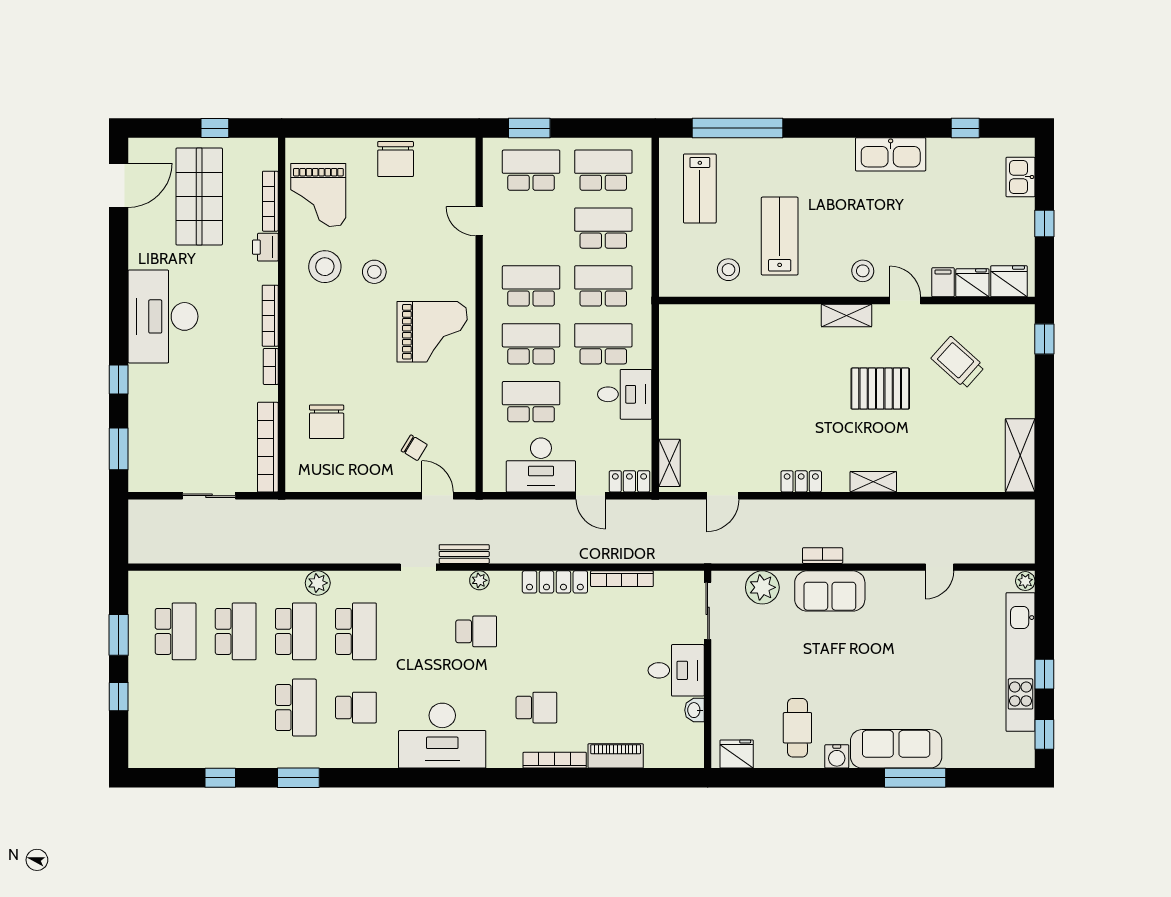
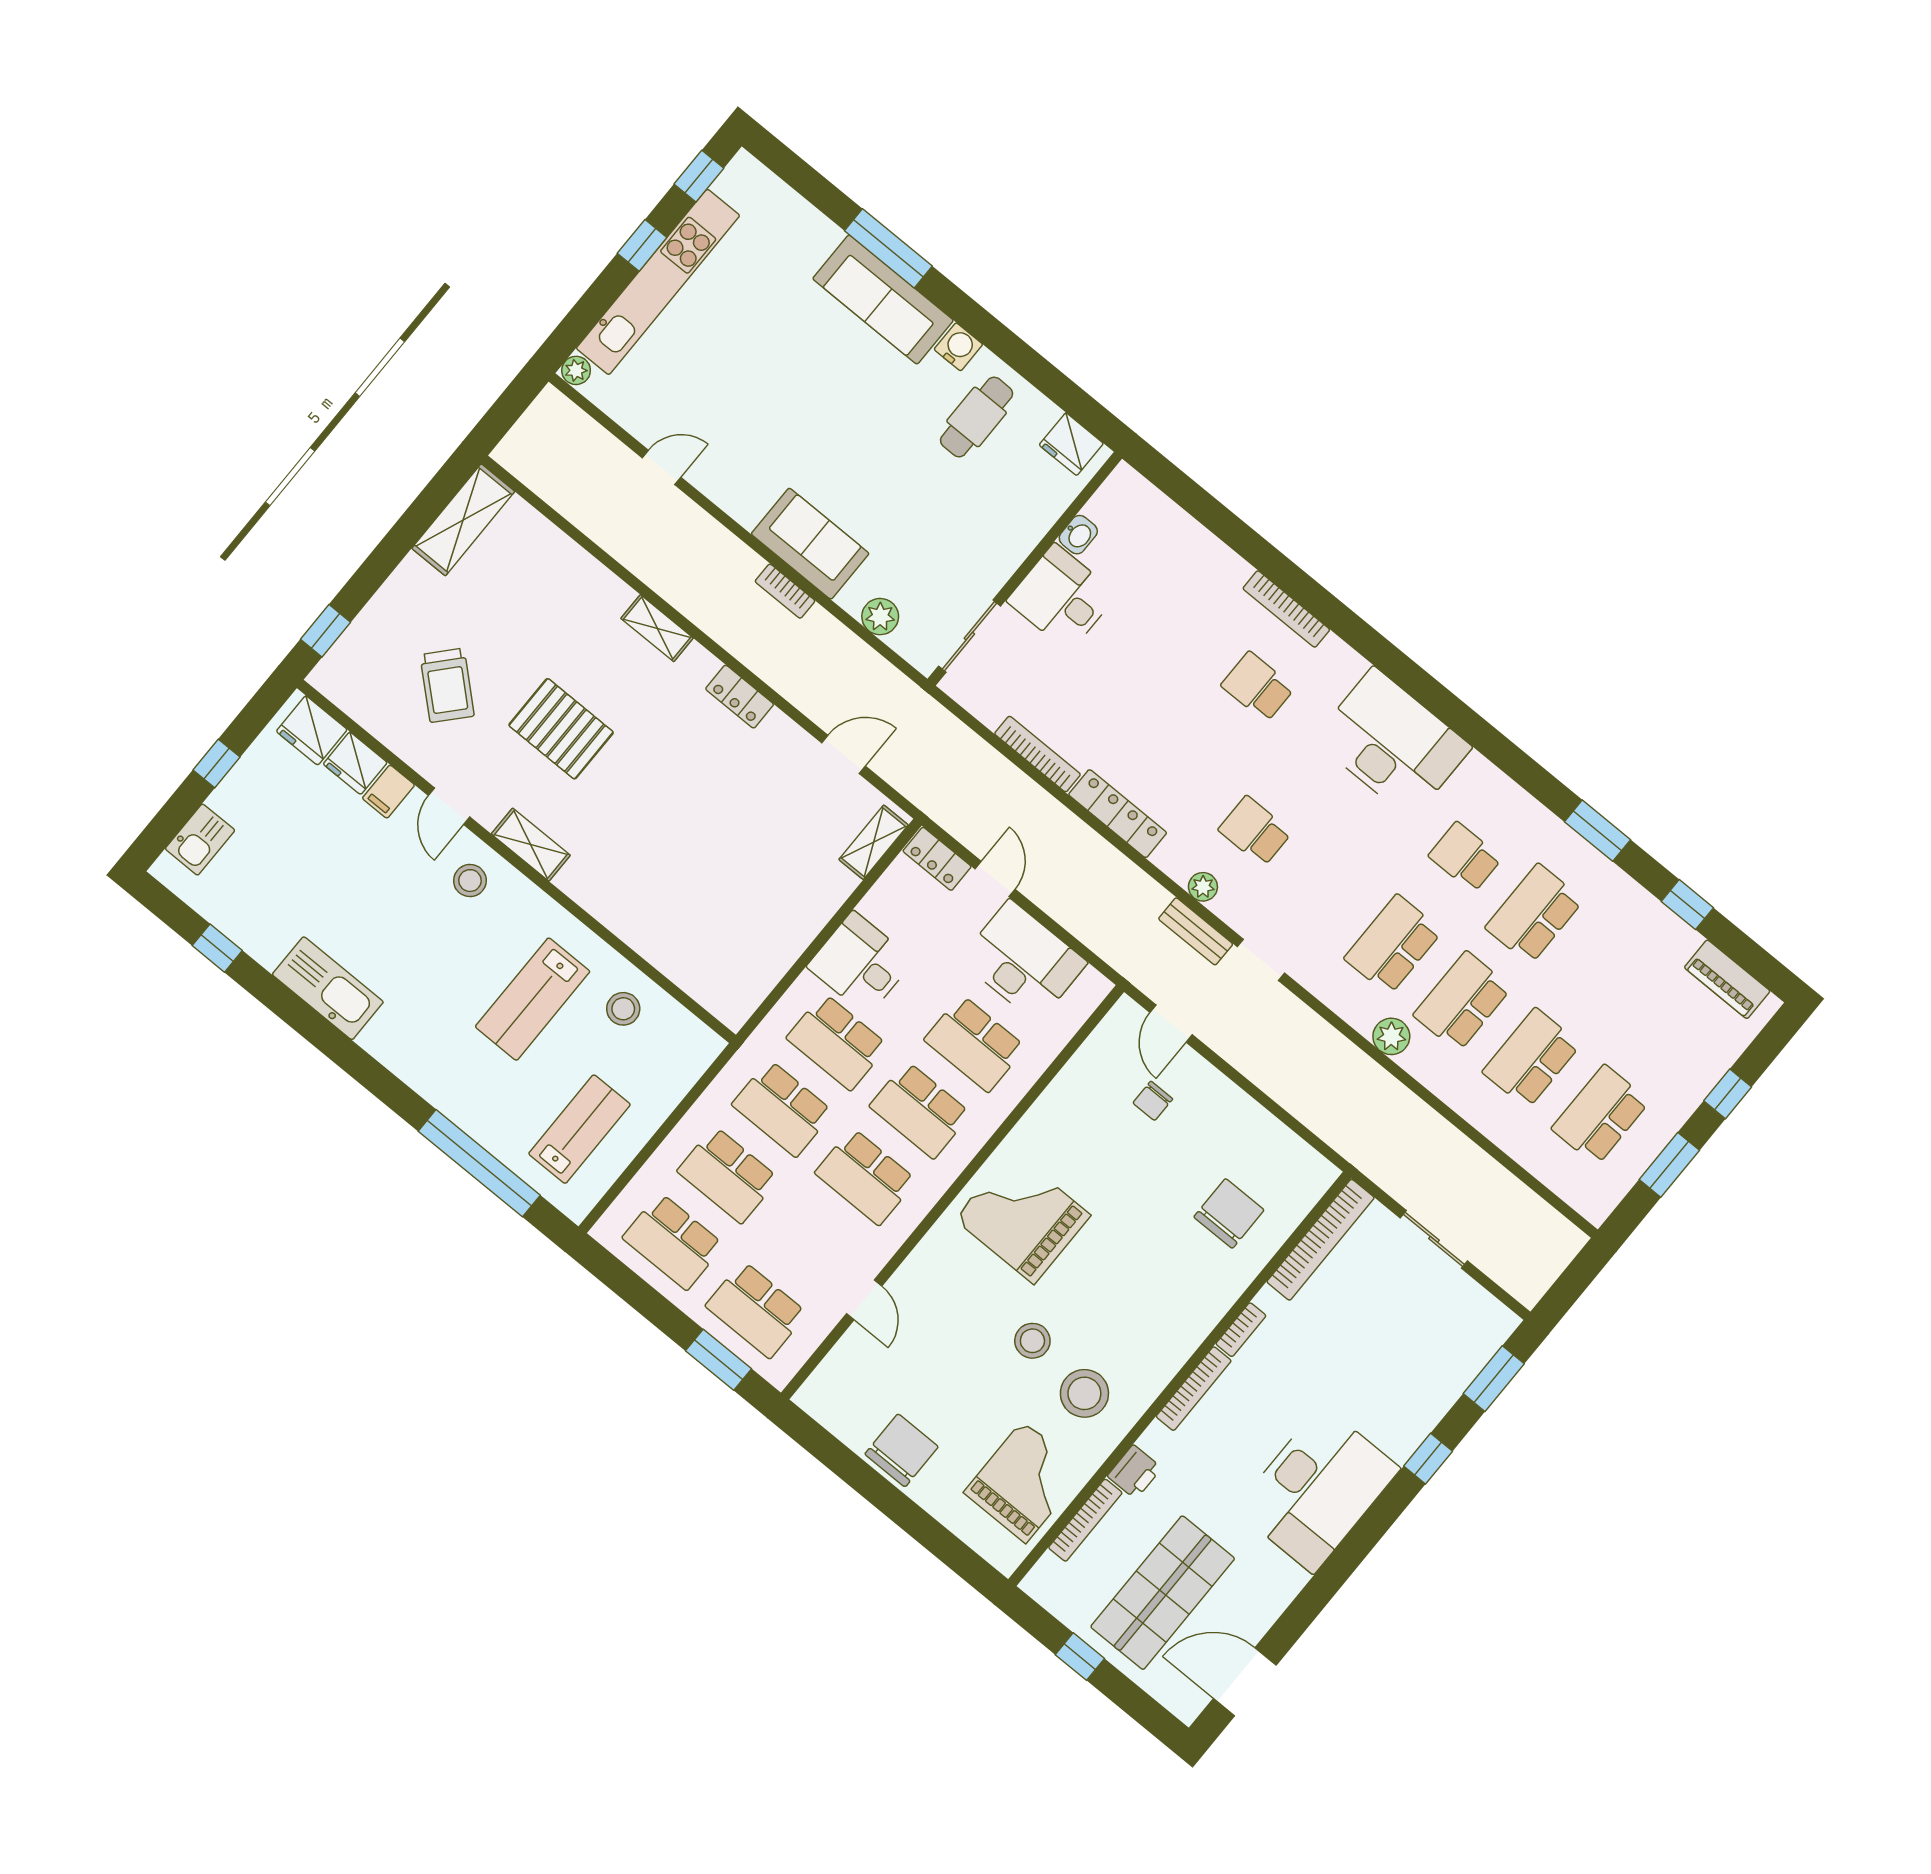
chair: (414, 448) -> (1153, 1101), turned -121
plant: (762, 587) -> (880, 617), width x0.73, depth x0.73
piano: (616, 756) -> (1727, 979), moved

